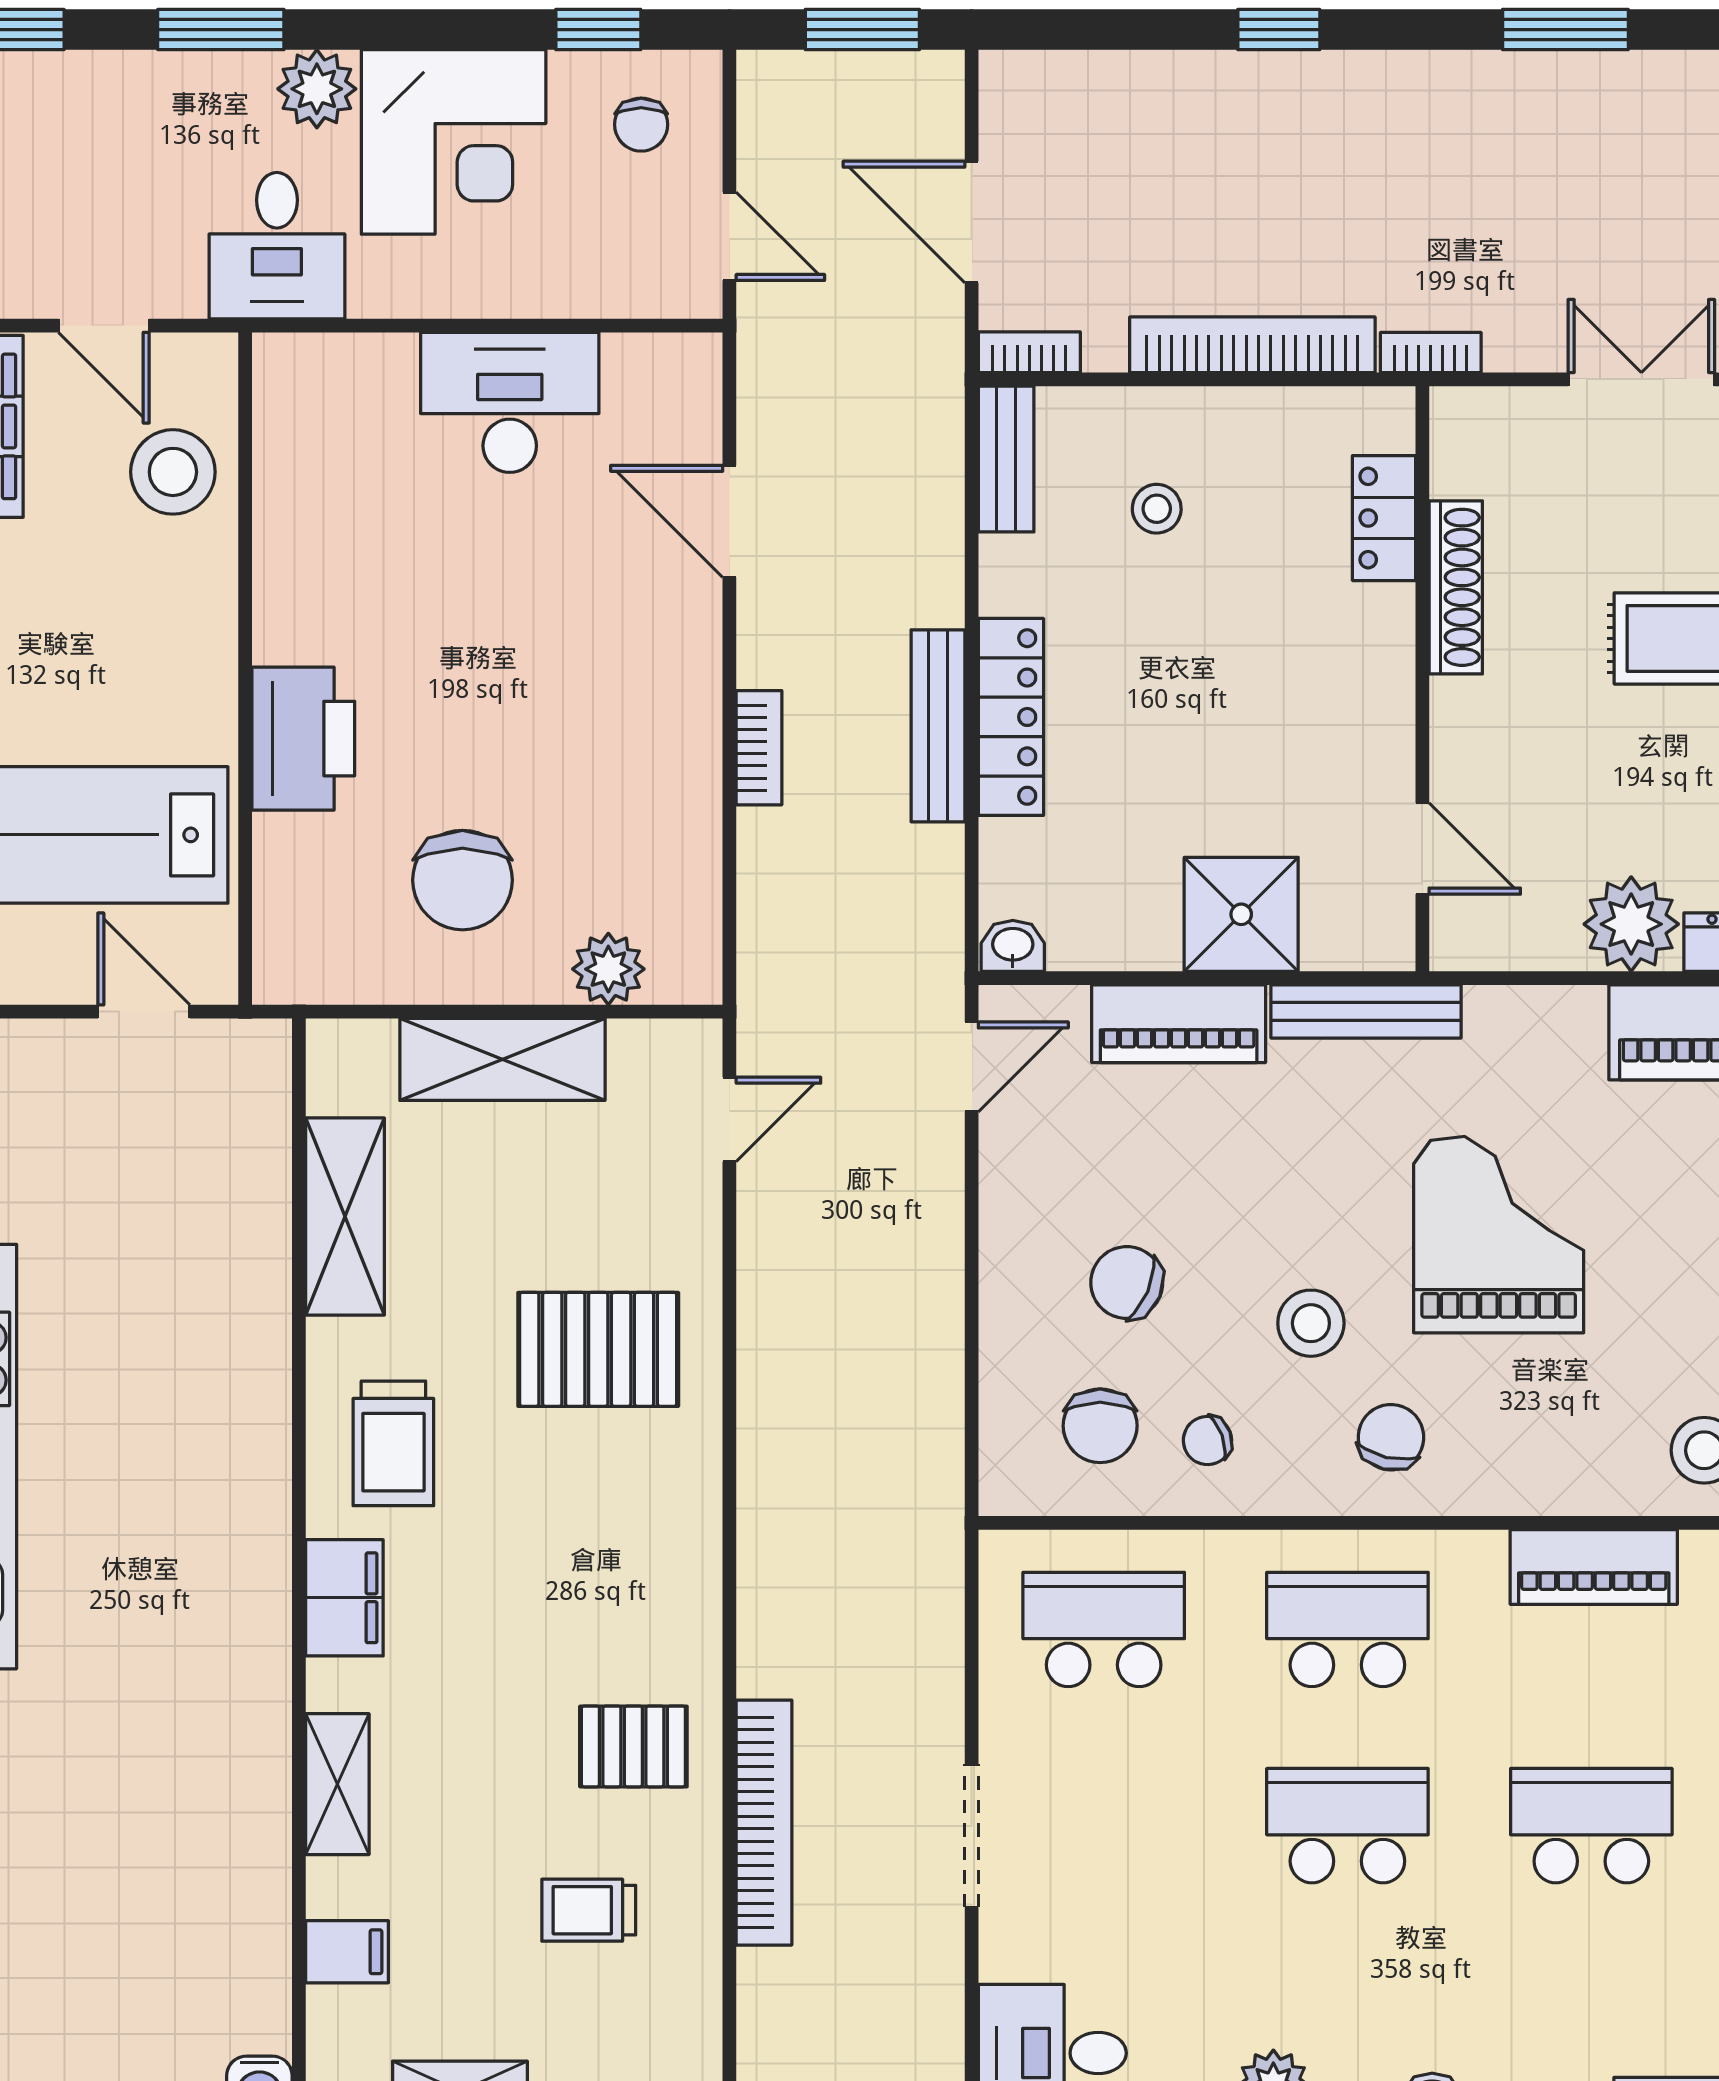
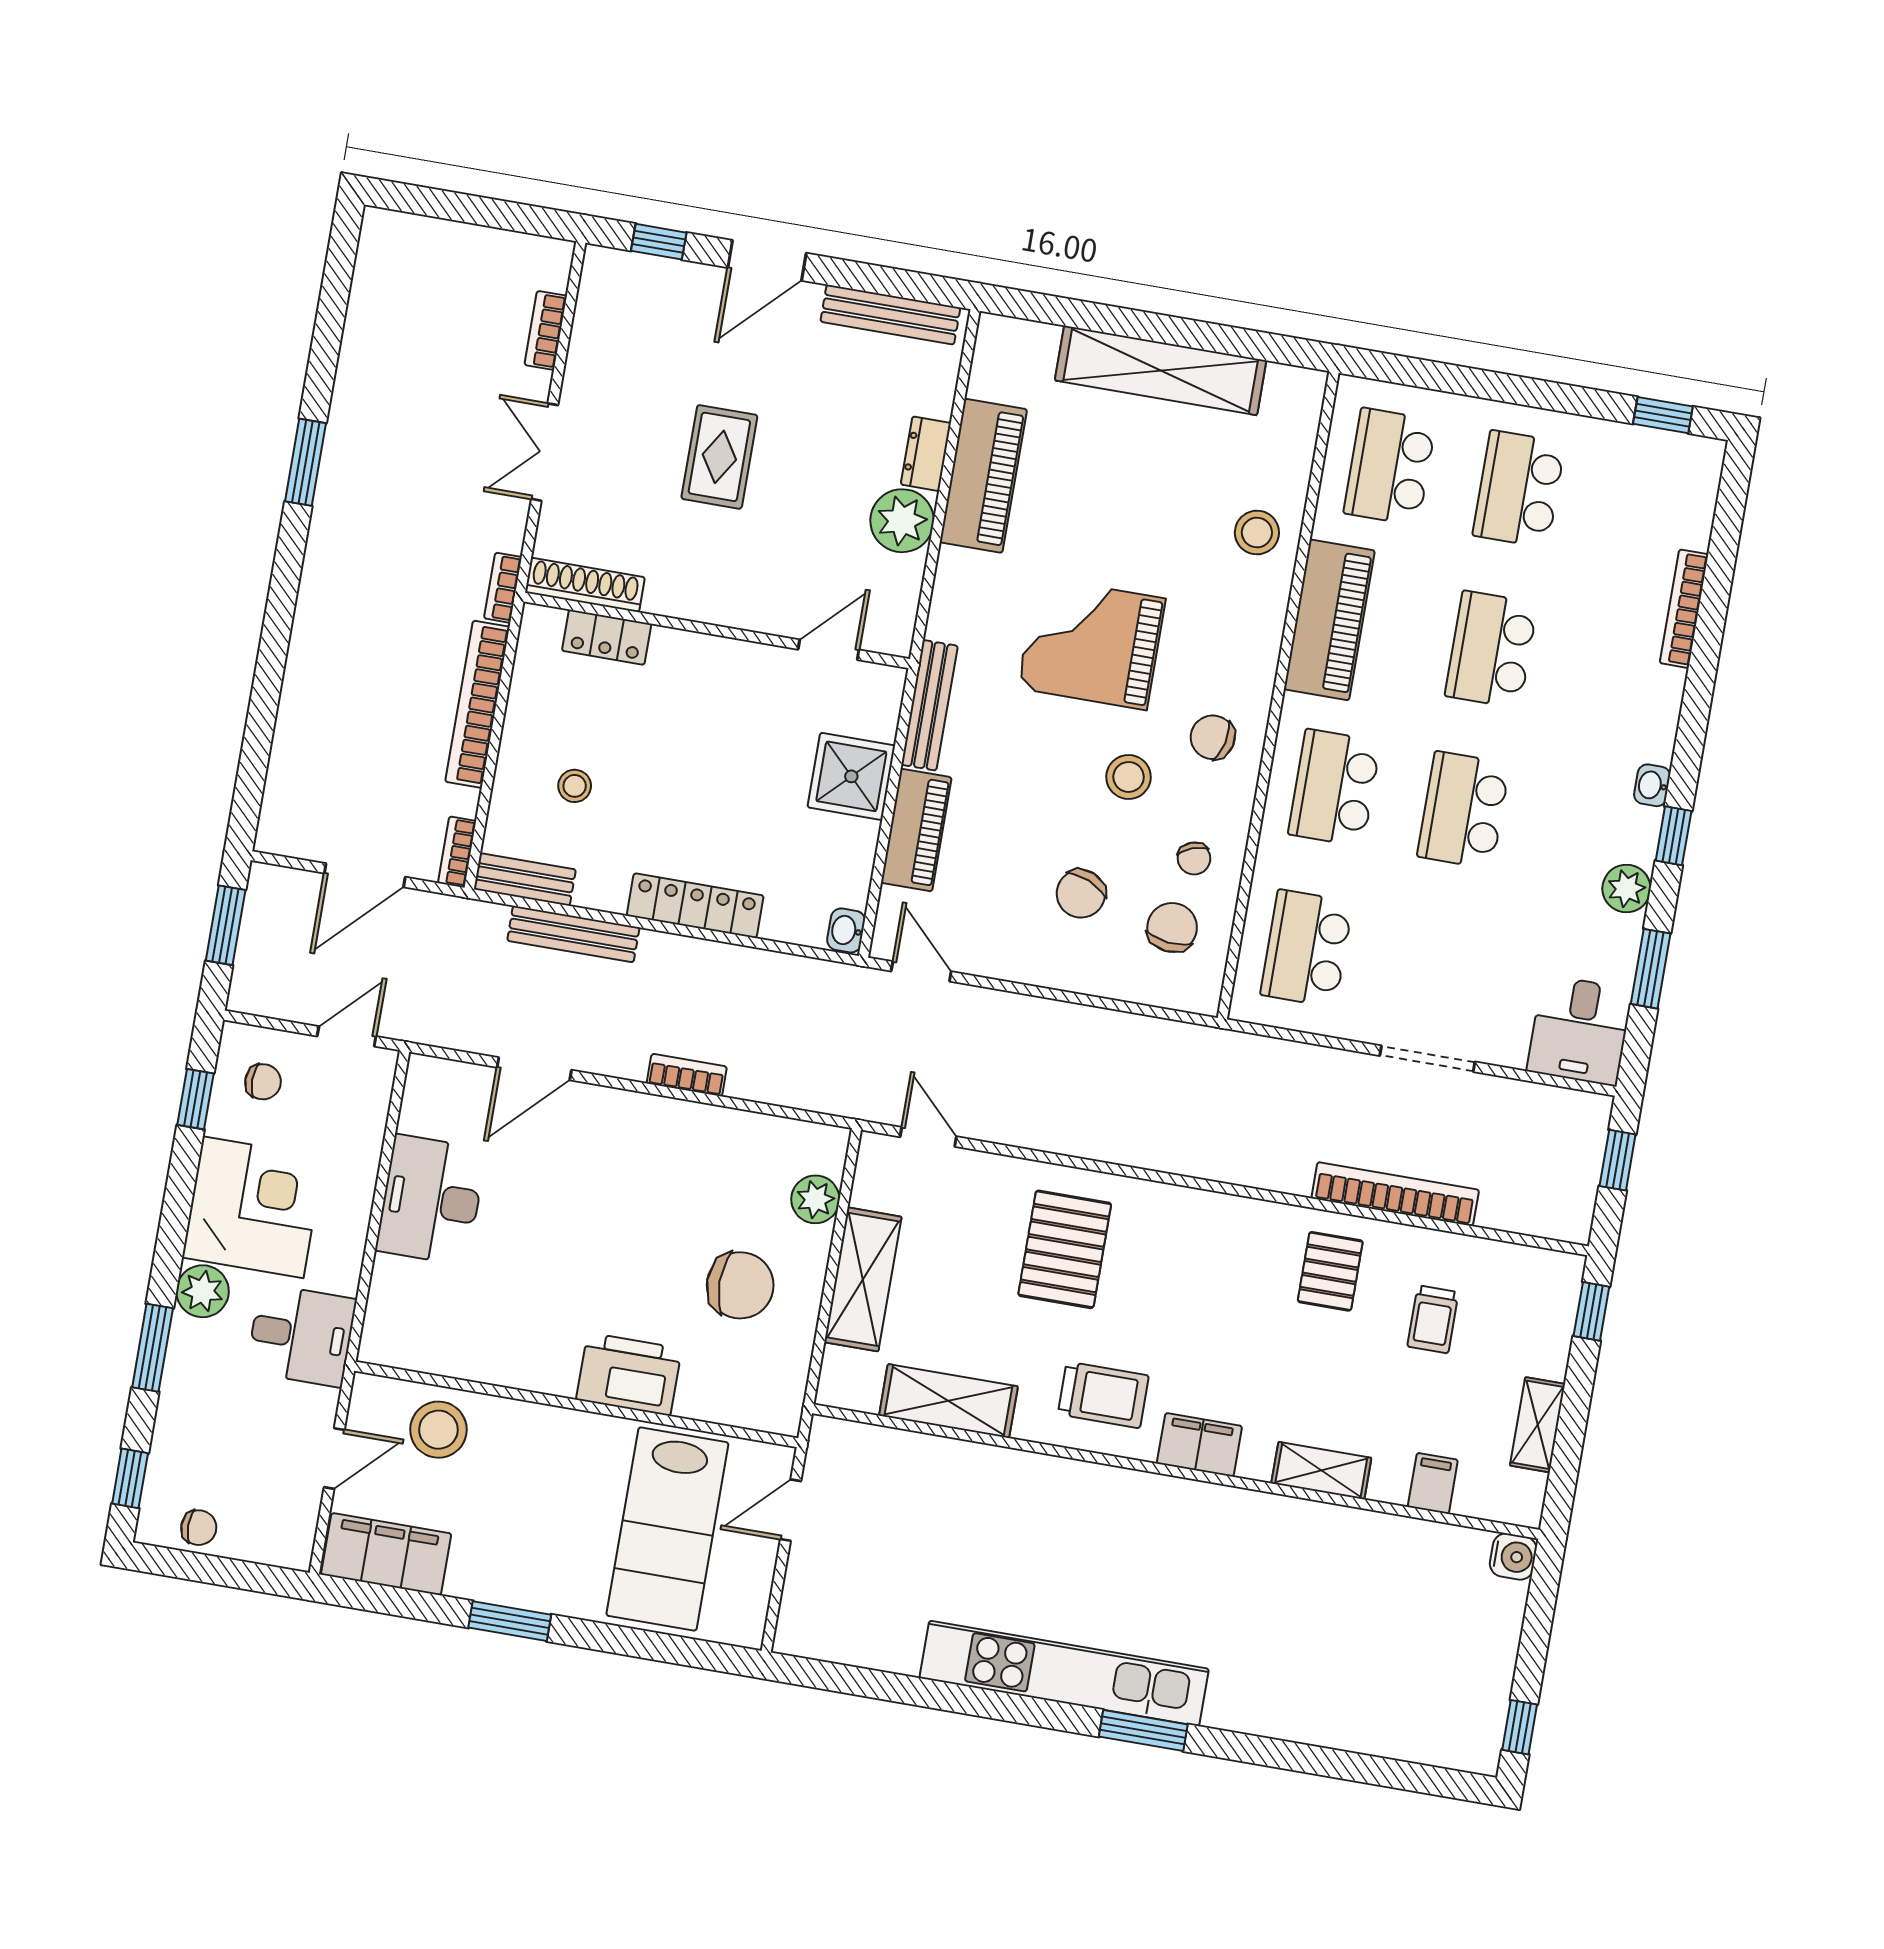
window: (1279, 30) -> (273, 651), removed
shoe rack: (1456, 587) -> (585, 585), moved
bench: (938, 726) -> (573, 934), moved
chair: (1100, 1426) -> (1172, 927), turned -84
piano: (1594, 1567) -> (1329, 620), width x1.37, depth x1.33

